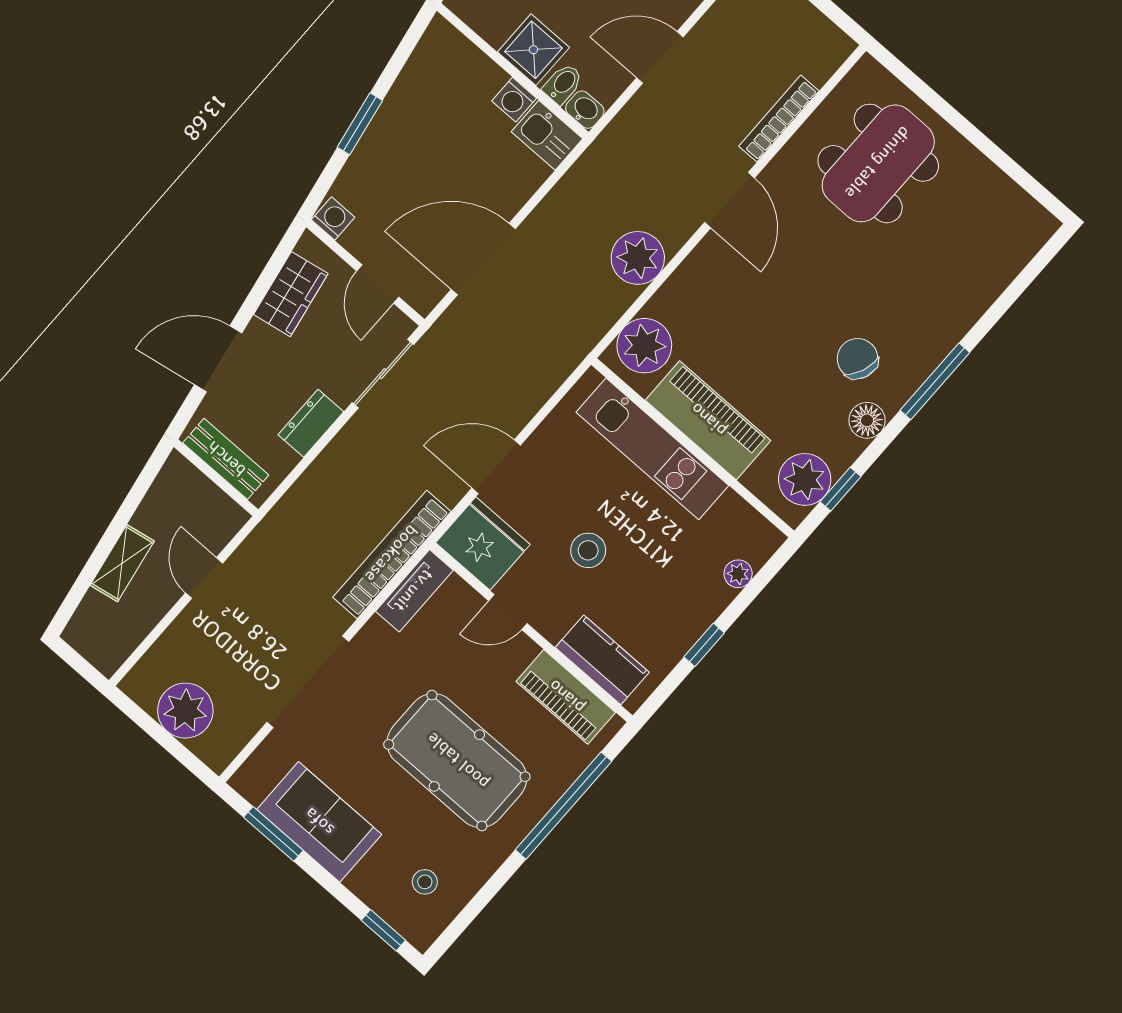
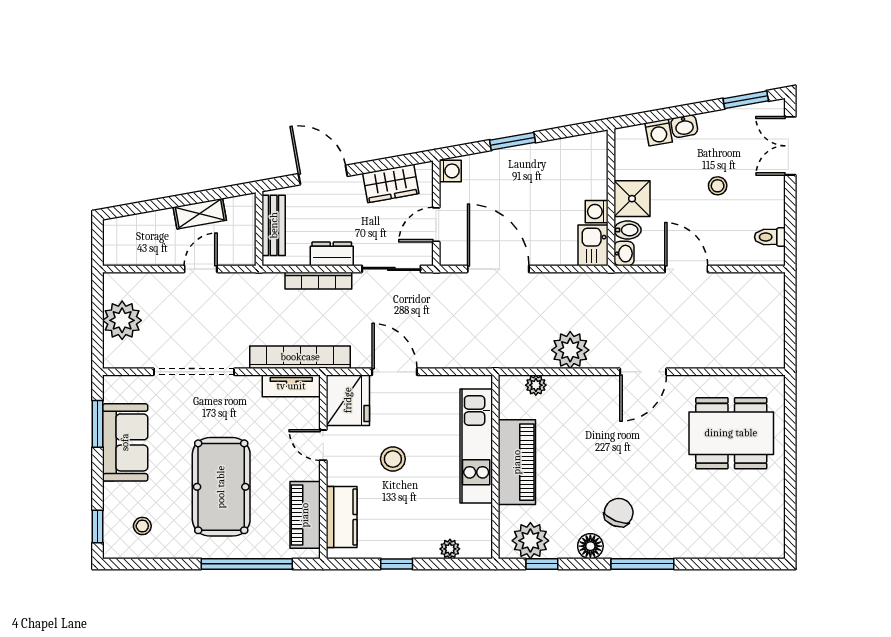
bookcase: (779, 119) -> (318, 281), moved, turned 180
plant: (644, 346) -> (536, 385), width x0.53, depth x0.53
shelving: (122, 563) -> (200, 214), moved

